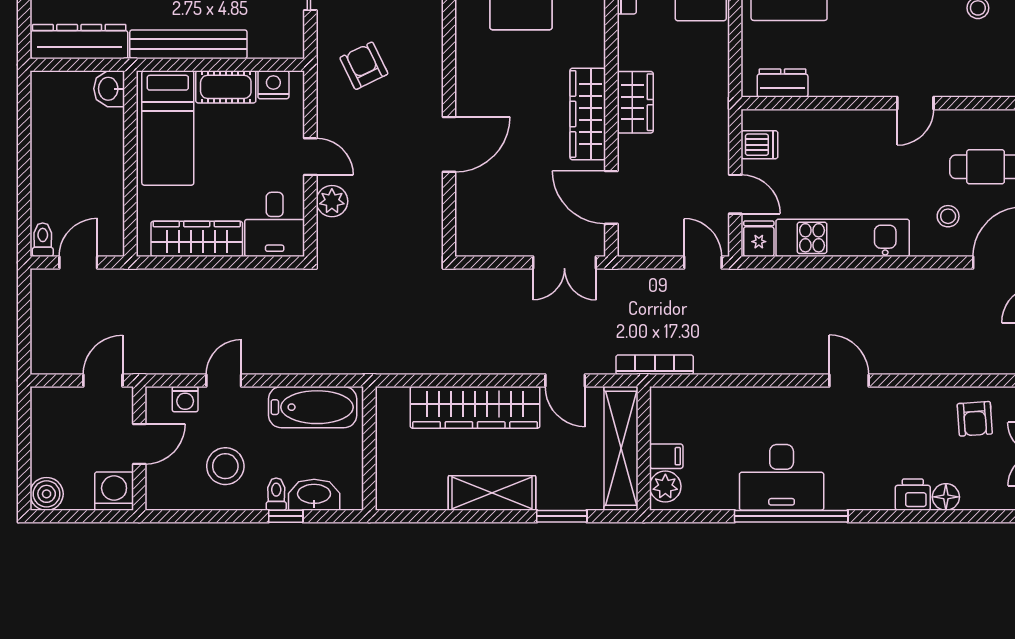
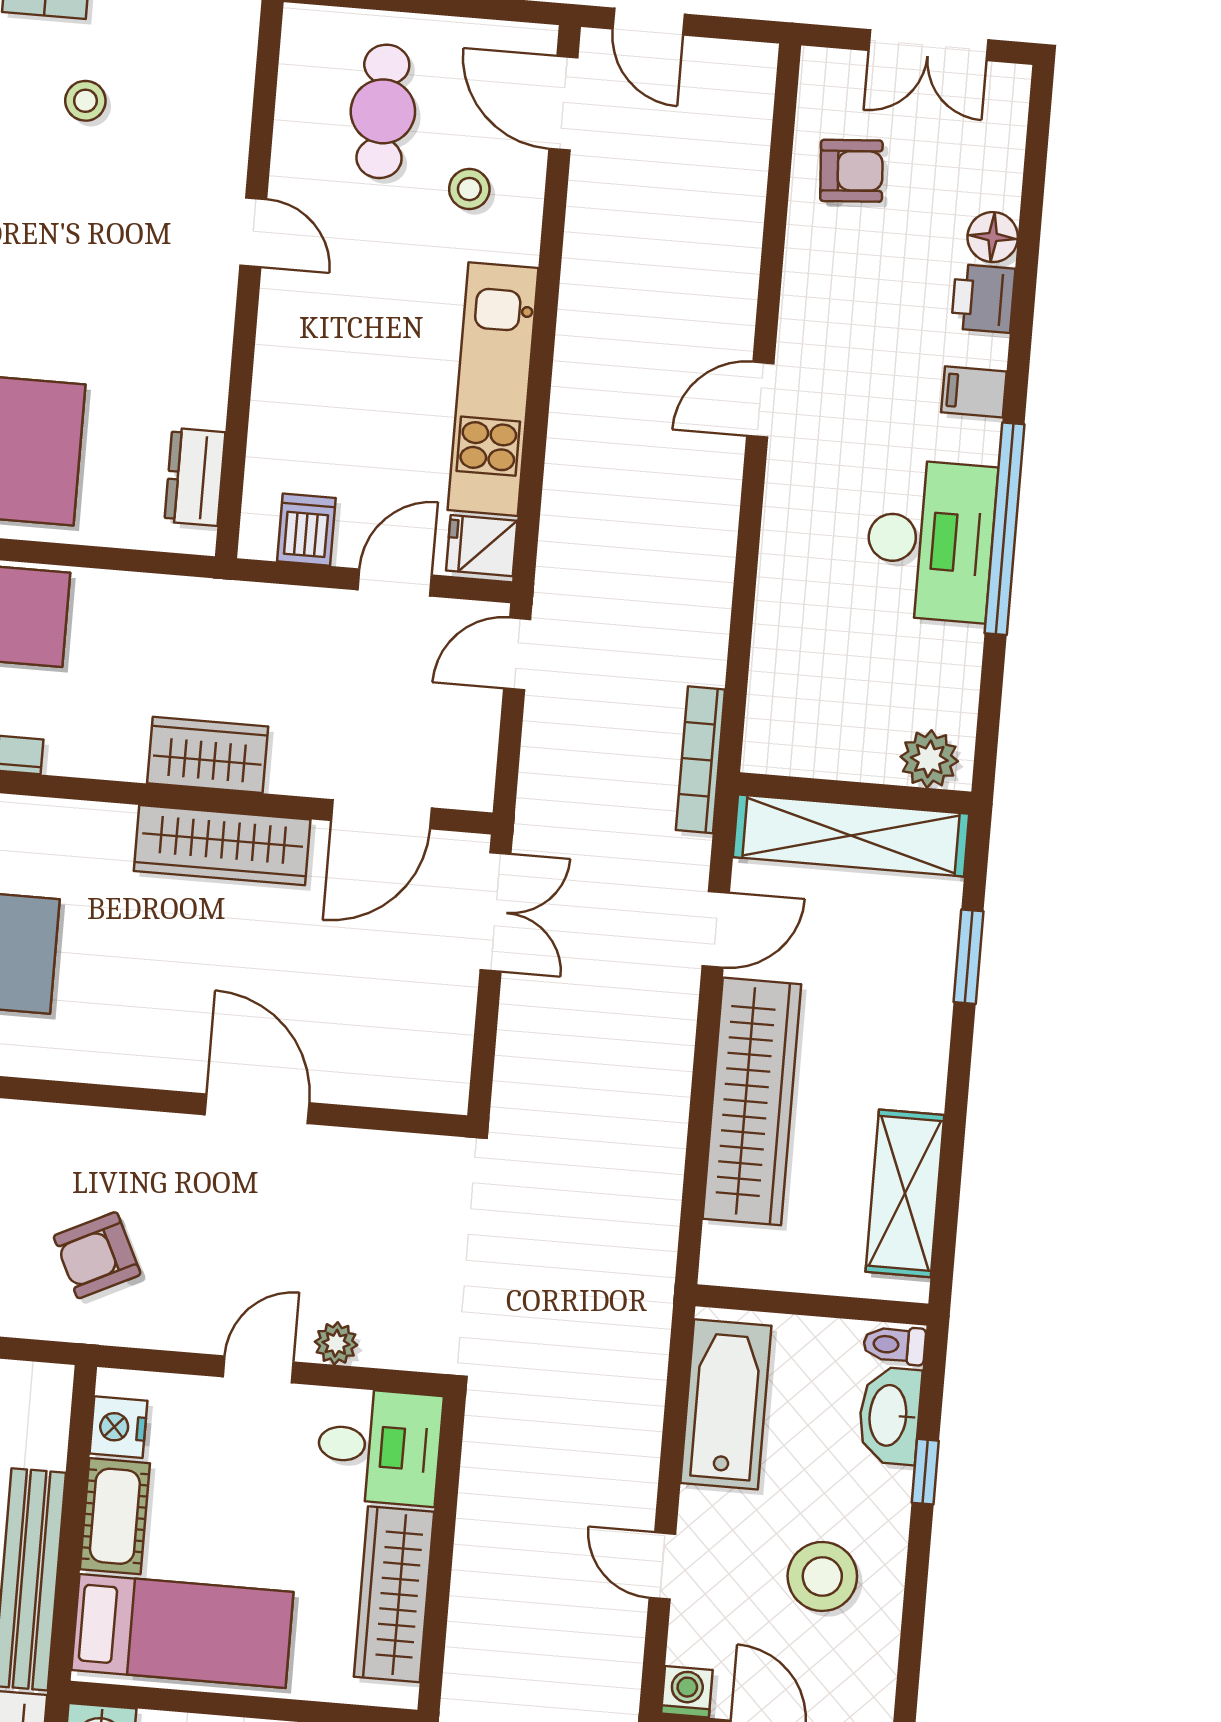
plant: (332, 201) -> (336, 1343), width x0.73, depth x0.73
washing machine: (185, 399) -> (687, 1692), moved, turned -90
filing cabinet: (666, 456) -> (974, 392), moved, turned -90
shelving: (492, 493) -> (905, 1193), moved
toilet: (276, 494) -> (894, 1345), moved

